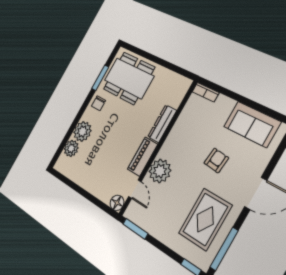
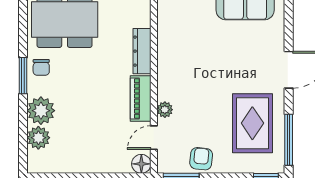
window: (100, 78) -> (23, 76), moved
armchair: (216, 160) -> (201, 159), moved
plant: (160, 171) -> (165, 110), width x0.53, depth x0.53
door: (135, 189) -> (154, 138), swing flipped

